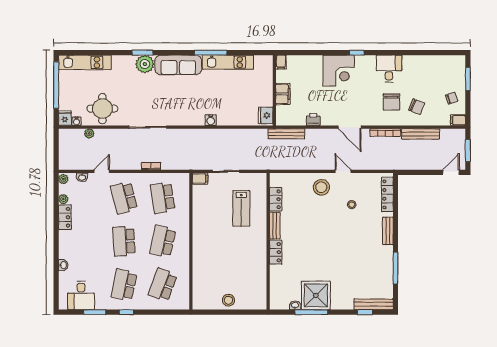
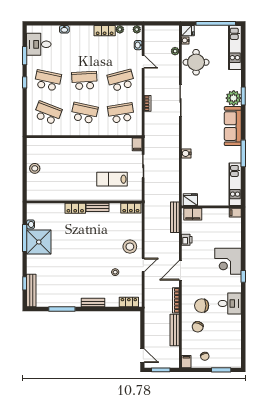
kitchen unit: (228, 62) -> (235, 184), moved
filing cabinet: (283, 94) -> (193, 214), moved
locker: (387, 194) -> (129, 302), width x0.66
locker: (276, 199) -> (131, 208), moved

